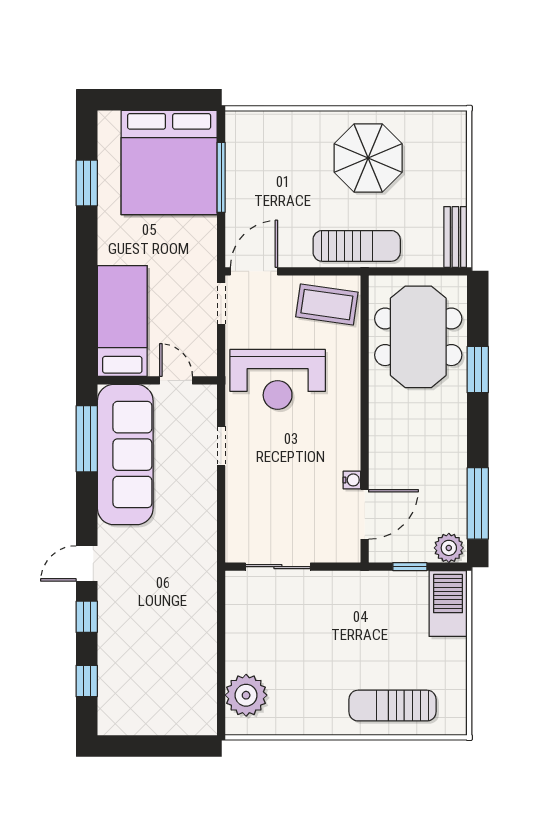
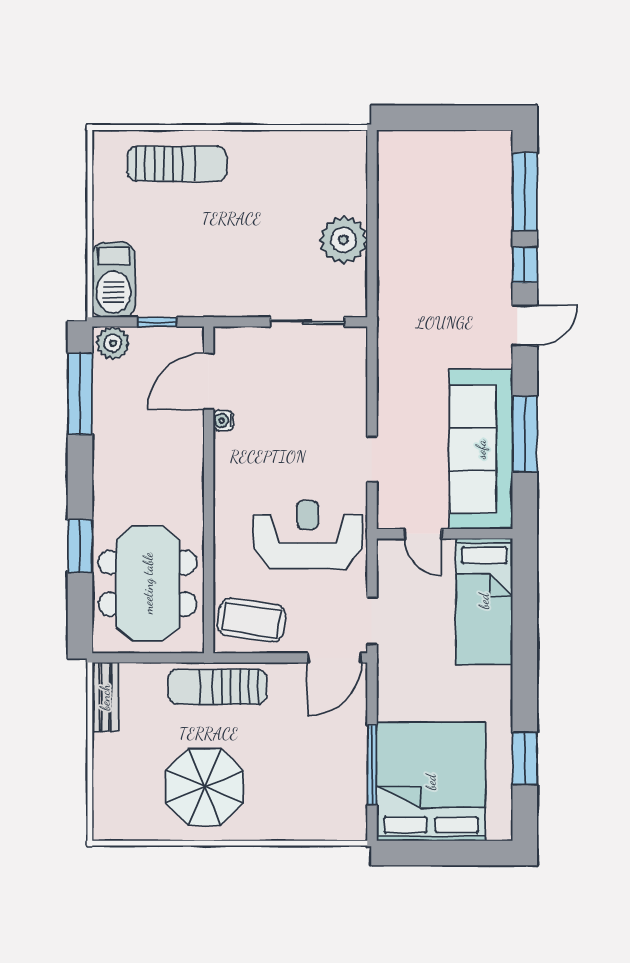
window: (87, 439) -> (525, 434), moved
window: (87, 681) -> (525, 192), width x2.17
plant: (246, 695) -> (344, 240), moved

